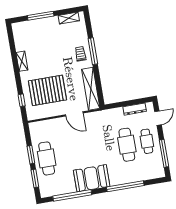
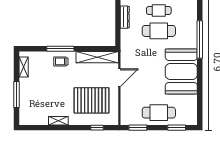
pallet: (47, 90) -> (92, 100), turned 90
window: (31, 155) -> (138, 128), moved
booth: (92, 178) -> (181, 71), width x1.36, depth x1.42
window: (72, 195) -> (200, 94), removed

